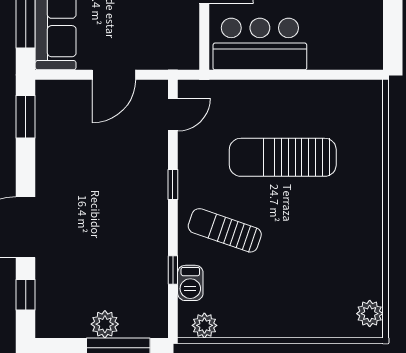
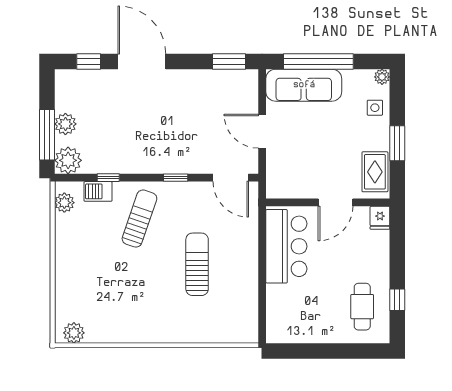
door: (173, 115) -> (231, 178), width x1.38
sun lounger: (283, 157) -> (197, 264), width x0.73, depth x0.75
plant: (151, 321) -> (68, 160), added

